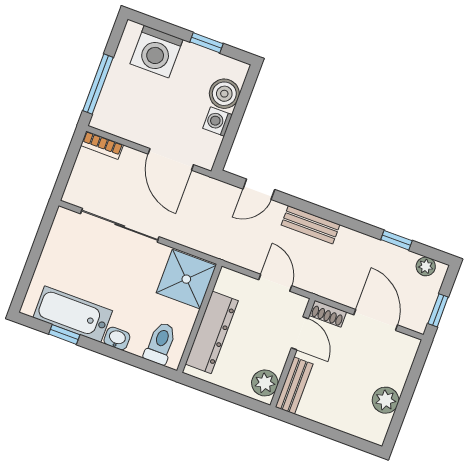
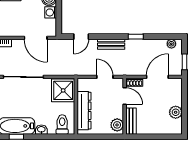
window: (396, 240) -> (136, 37), moved
door: (376, 320) -> (157, 77), hinge flipped

